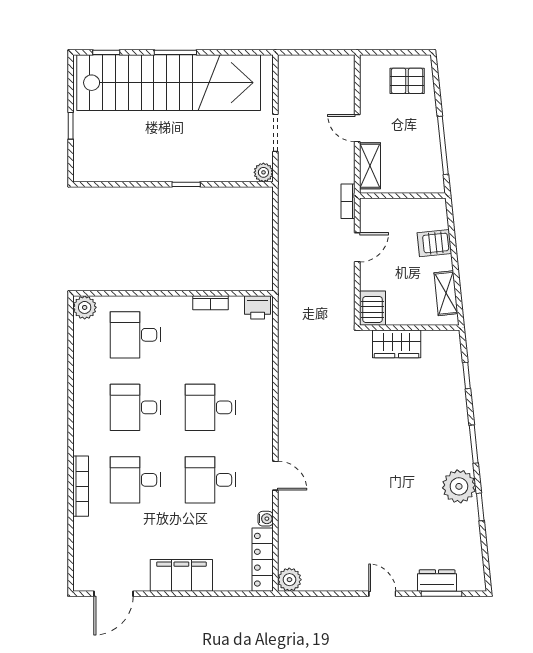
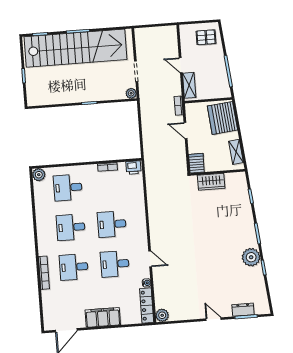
server rack: (434, 243) -> (222, 118), width x2.18, depth x1.44
door: (357, 247) -> (186, 131), swing flipped

